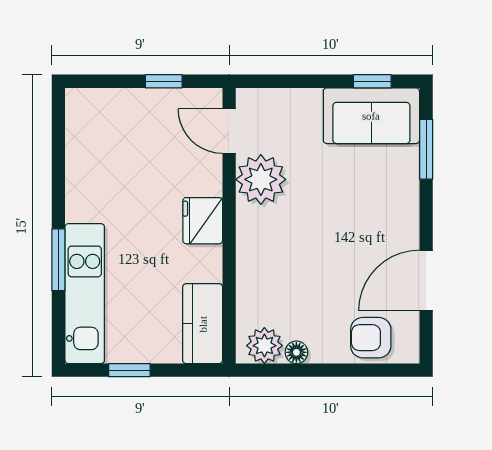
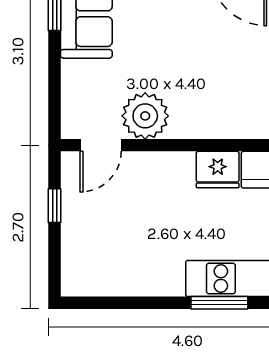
fridge: (203, 221) -> (218, 170), moved

